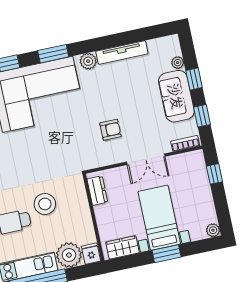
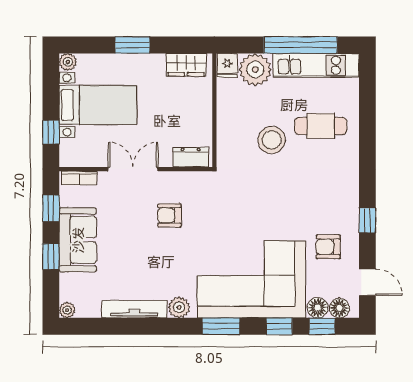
plant: (178, 63) -> (67, 310), moved
dresser: (97, 191) -> (191, 157), moved, turned 90
bed with nightstands: (159, 218) -> (98, 105), moved, turned -90

